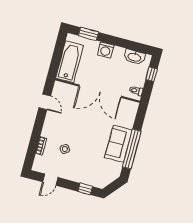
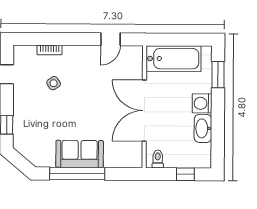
washbasin: (134, 57) -> (203, 128), moved

